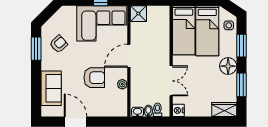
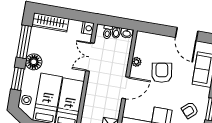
armchair: (94, 78) -> (162, 73), turned 81
window: (242, 85) -> (24, 42), width x1.44
wardrobe: (224, 110) -> (50, 22), width x1.50

